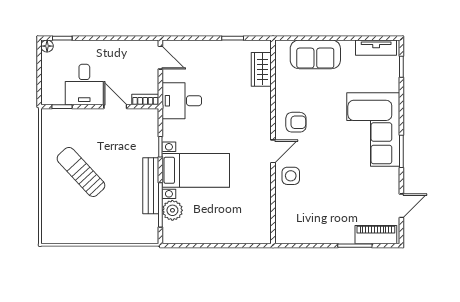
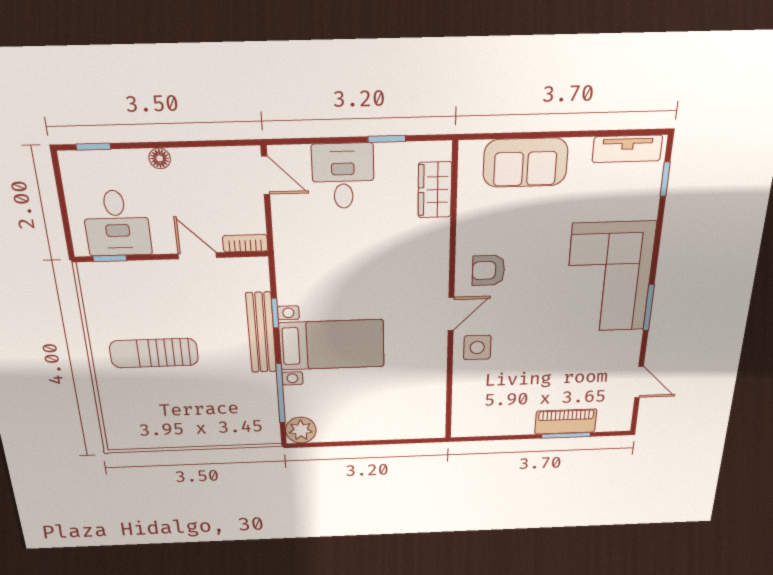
floor lamp: (47, 46) -> (160, 158), moved
desk: (84, 85) -> (117, 223), moved
desk: (182, 101) -> (343, 176), moved, turned 90
armchair: (296, 122) -> (488, 270), turned 180
sun lounger: (81, 172) -> (154, 353), turned -47
bench: (151, 186) -> (261, 333), moved
door: (401, 206) -> (639, 382), hinge flipped
plant: (172, 210) -> (301, 430), moved
piano: (376, 235) -> (566, 422), moved

